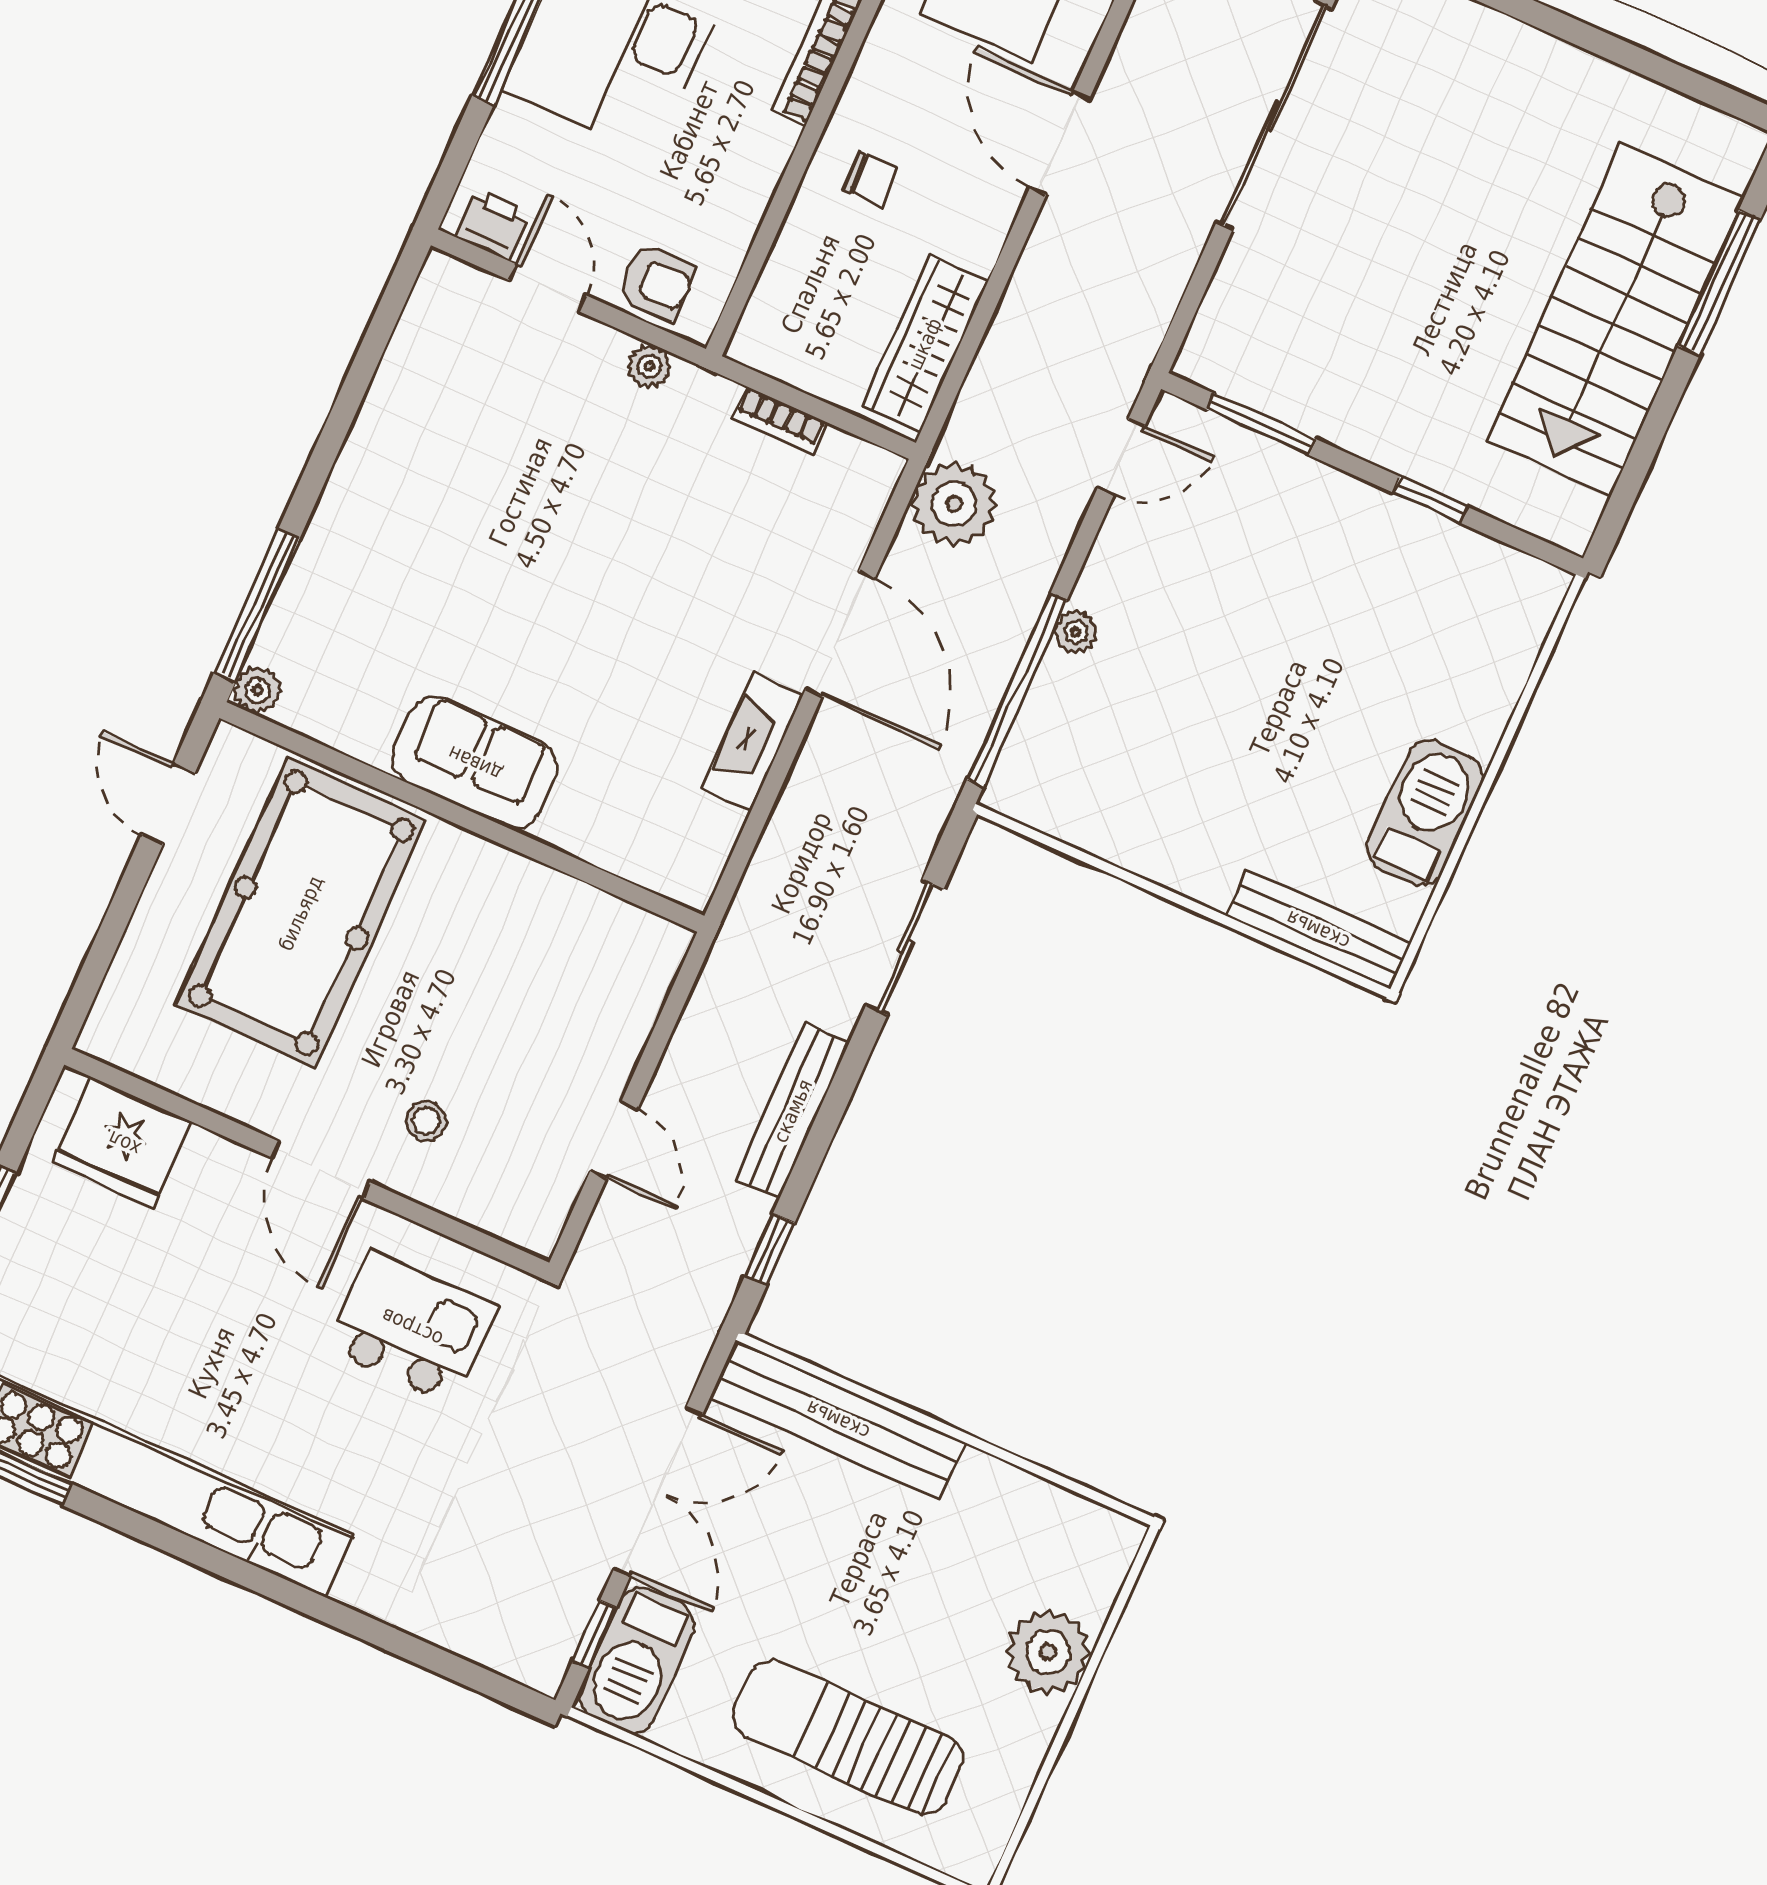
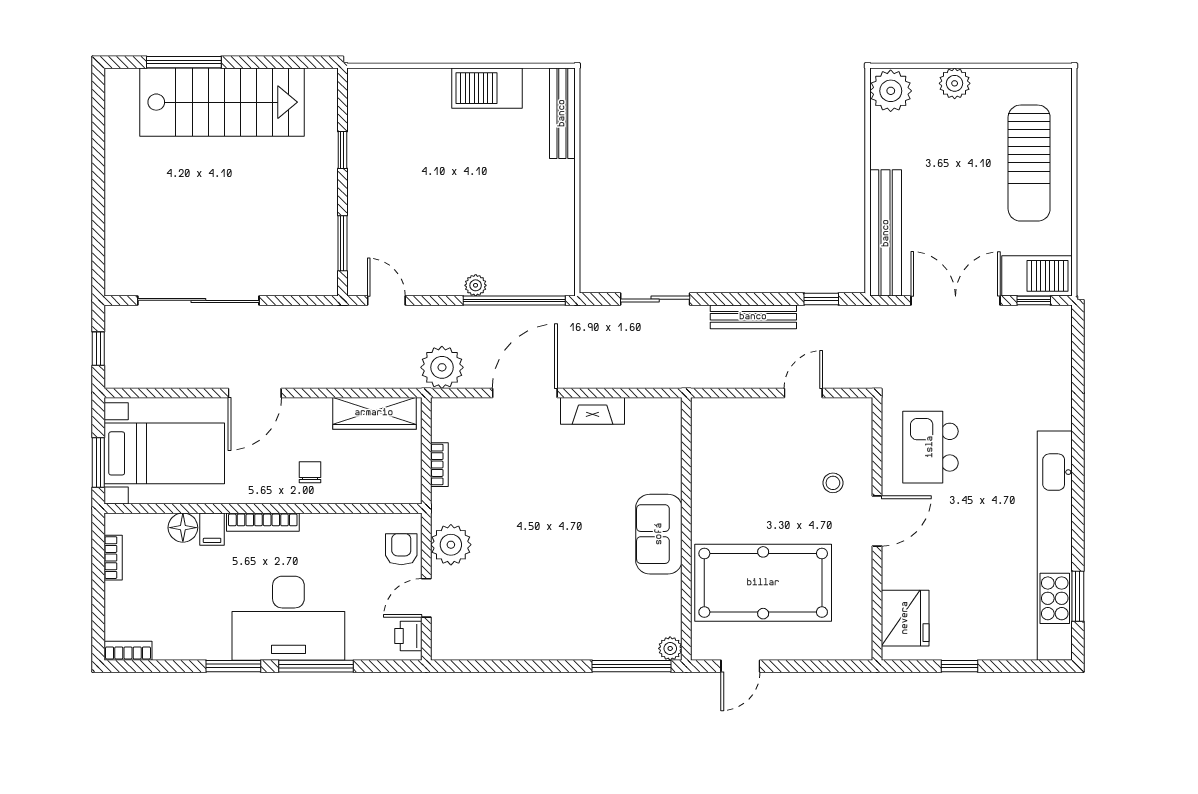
plant: (649, 366) -> (451, 545), width x1.87, depth x1.87
plant: (1092, 1545) -> (891, 91), added
plant: (1048, 1652) -> (955, 83), width x0.73, depth x0.73

